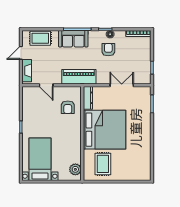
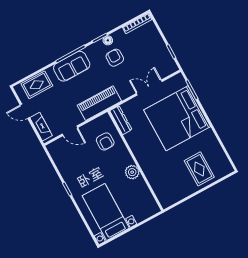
door: (21, 53) -> (25, 111), hinge flipped
bed: (104, 130) -> (177, 118), moved, turned 180
rug: (103, 164) -> (199, 169), moved
plant: (75, 169) -> (132, 172), moved

